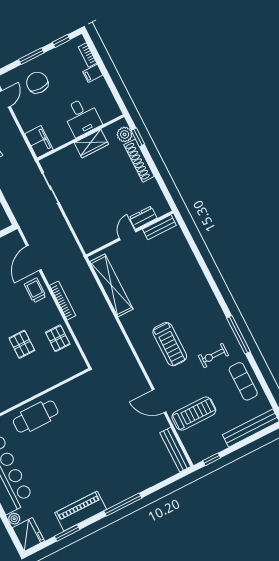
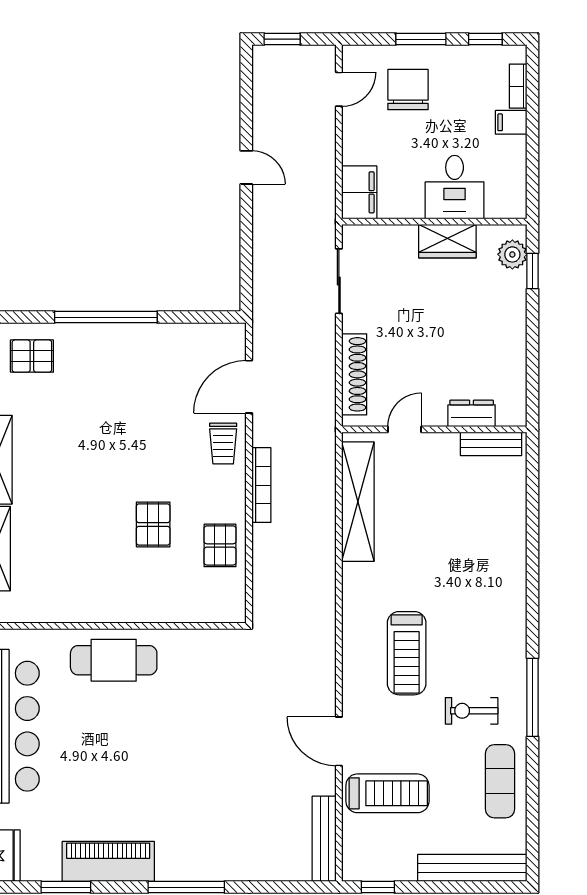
shoe rack: (139, 161) -> (354, 374), moved, turned 180
door: (128, 235) -> (404, 429), moved
trolley: (35, 290) -> (223, 444), turned 180

